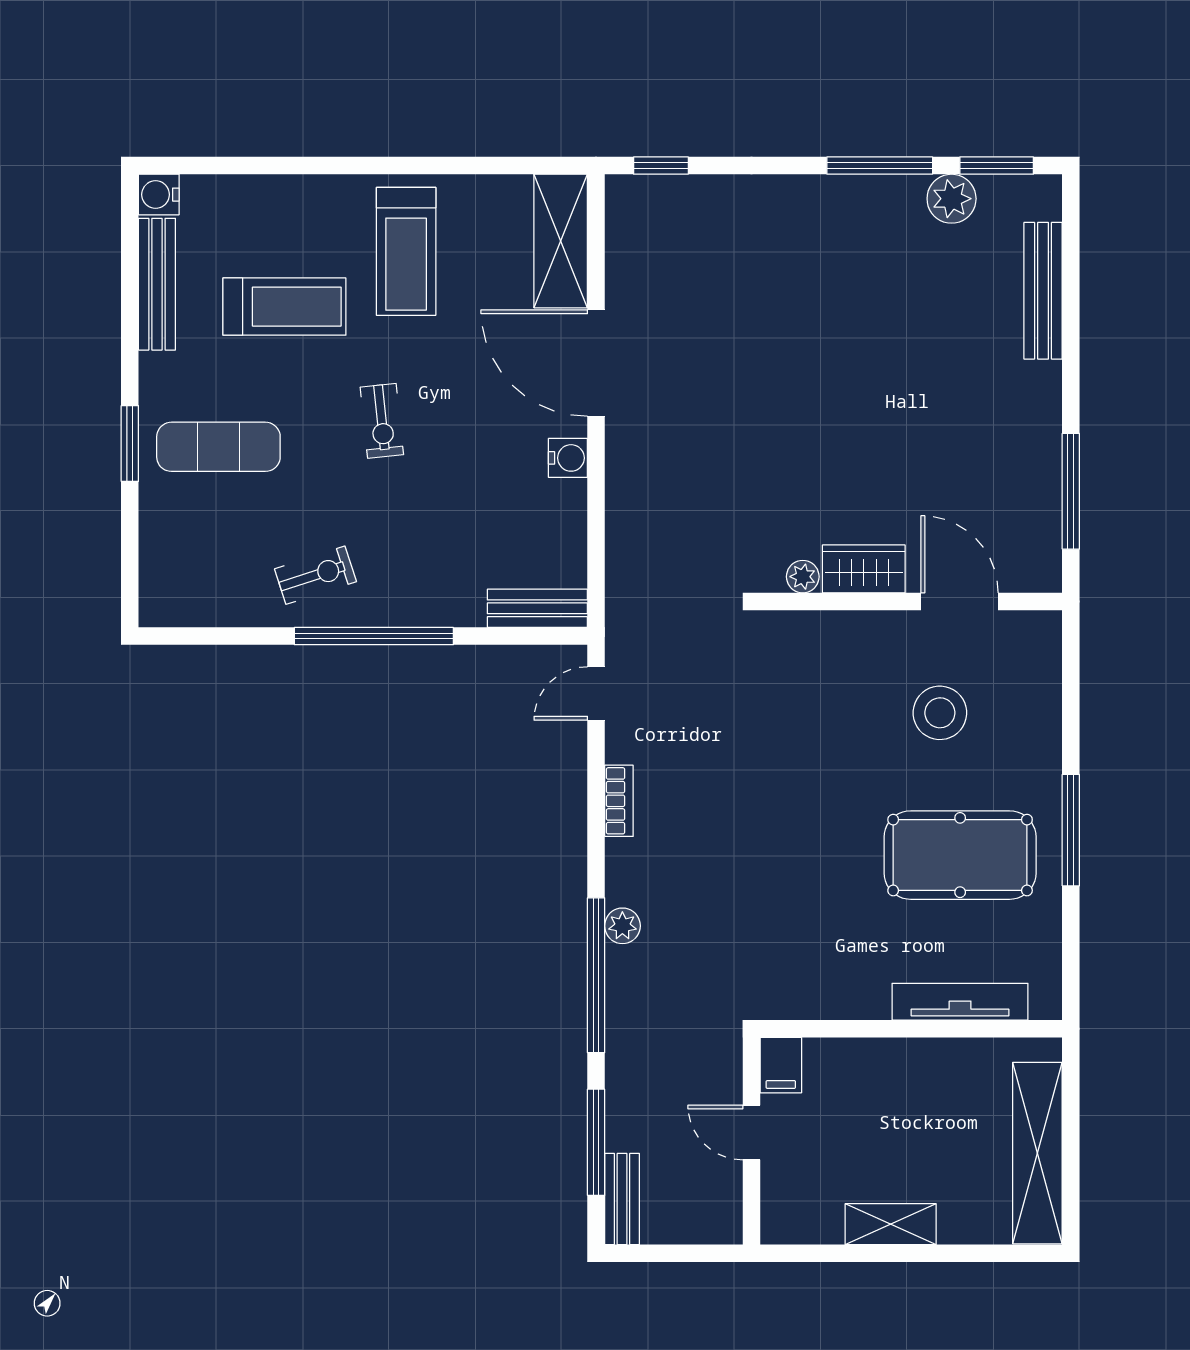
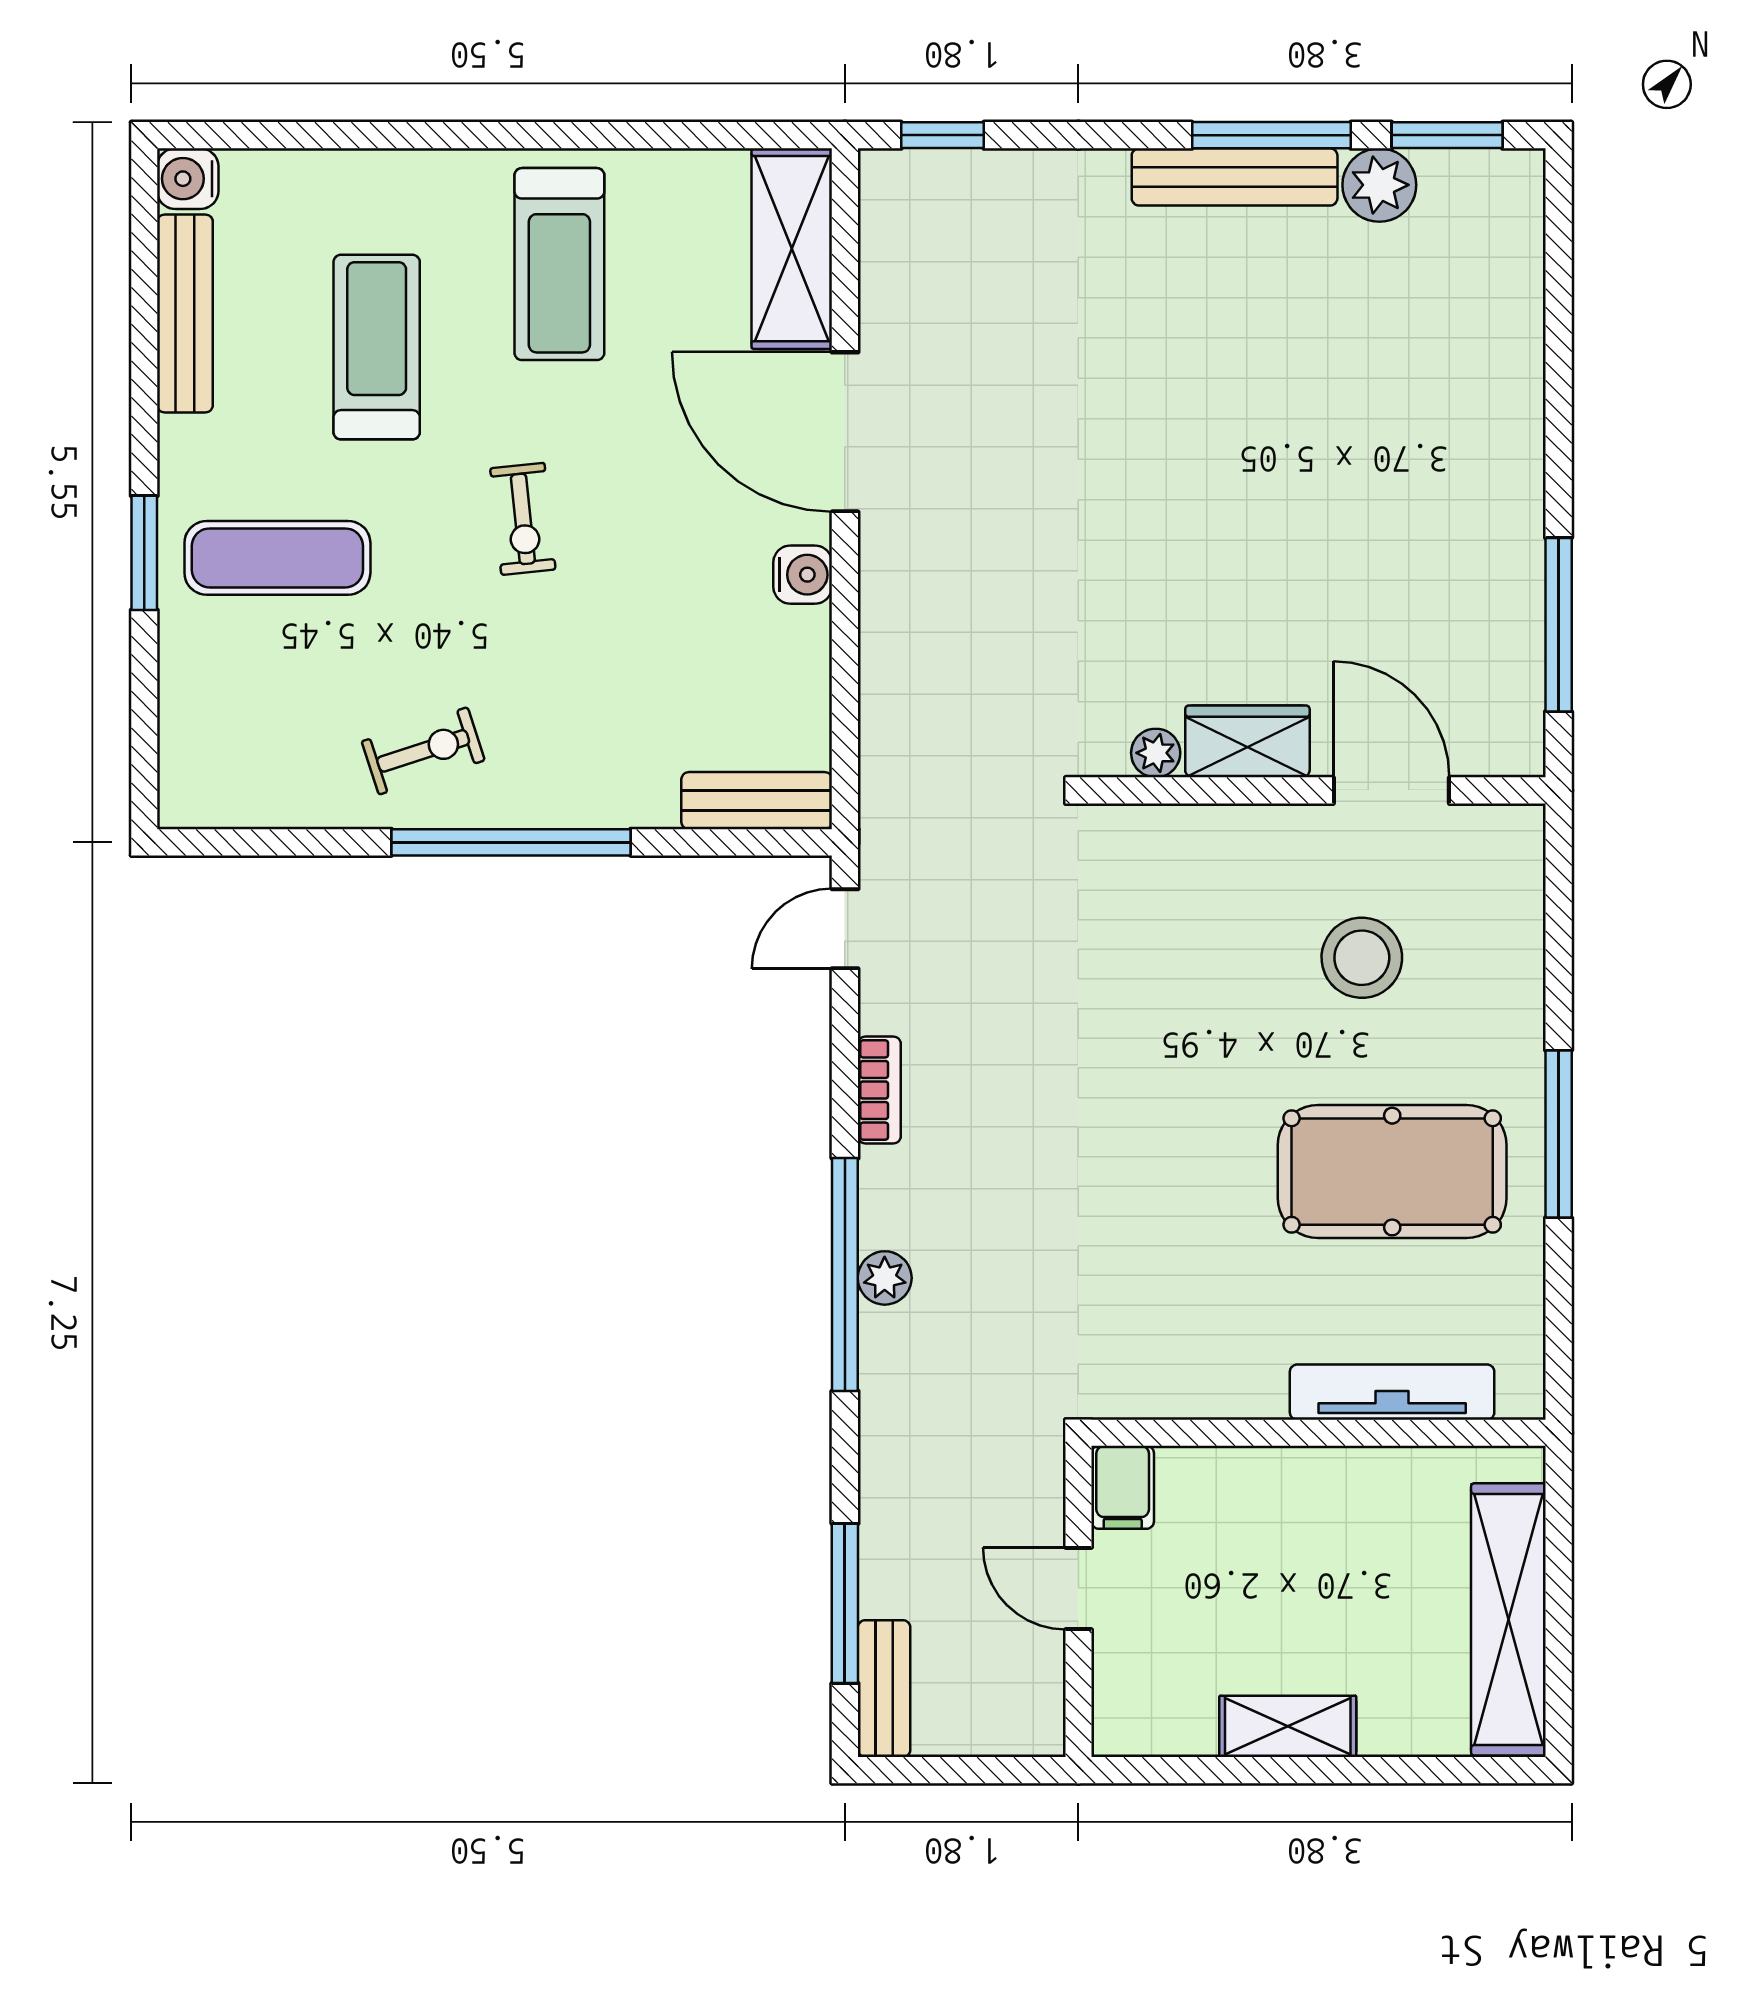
bench: (1043, 291) -> (1235, 177), moved, turned 90
treadmill: (284, 307) -> (377, 347), turned -90
window: (596, 975) -> (845, 1275), moved

